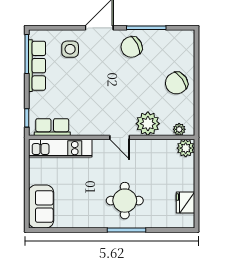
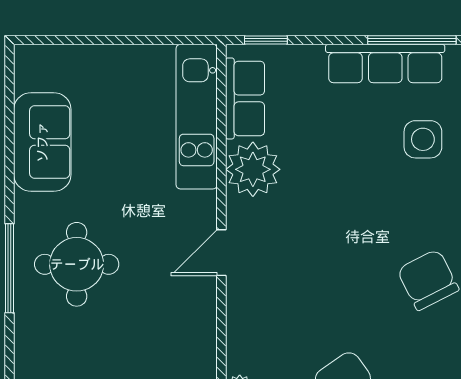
plant: (148, 124) -> (253, 169), moved
sofa: (41, 206) -> (42, 142), moved, turned -90

